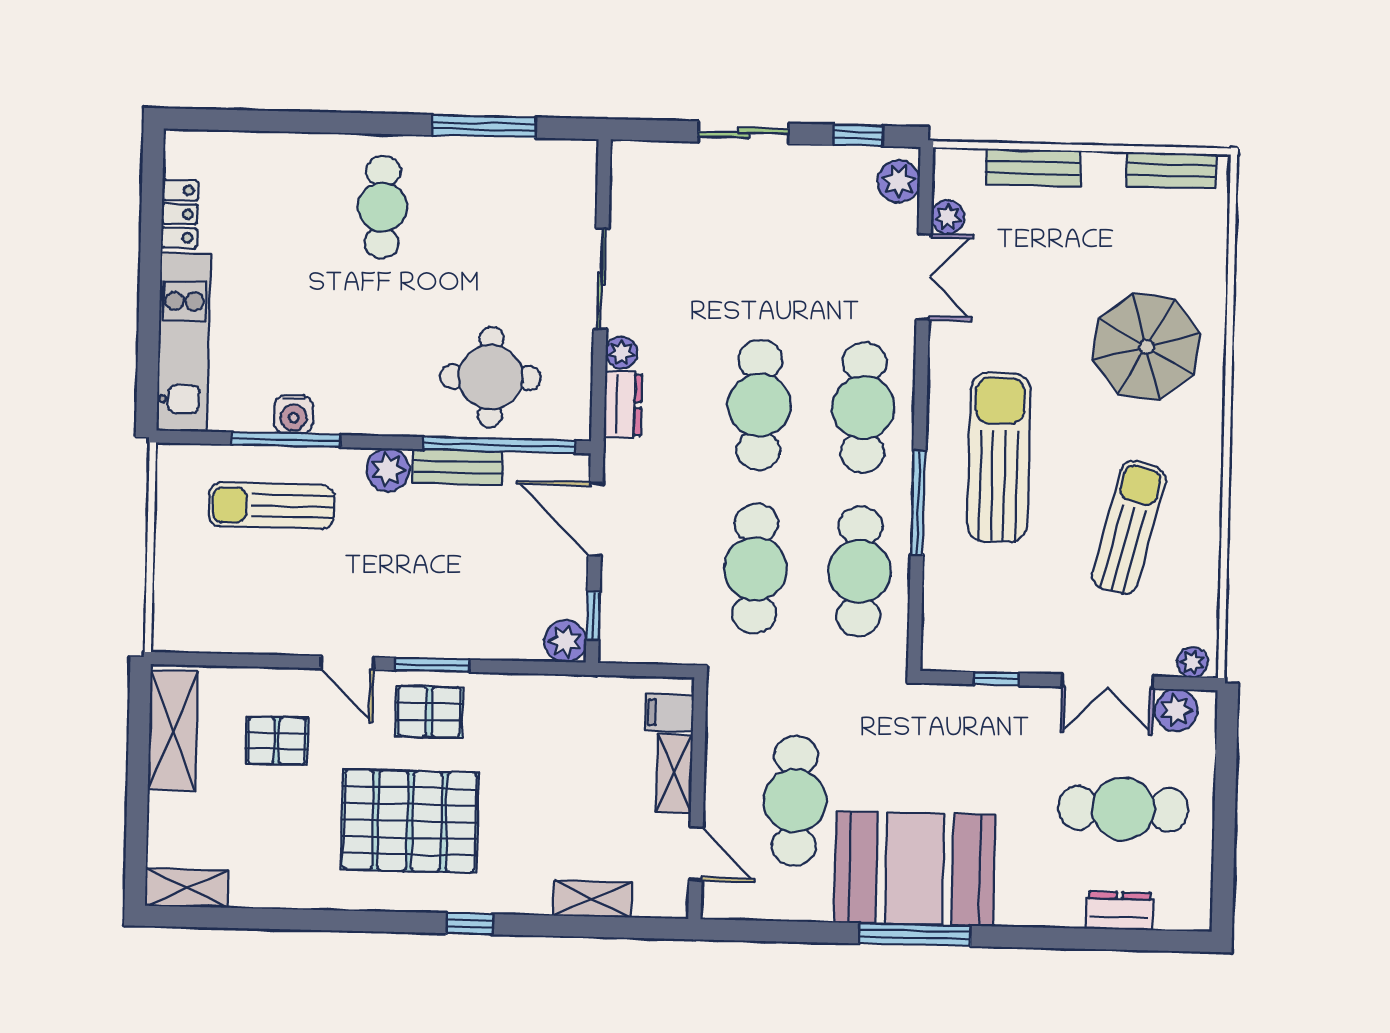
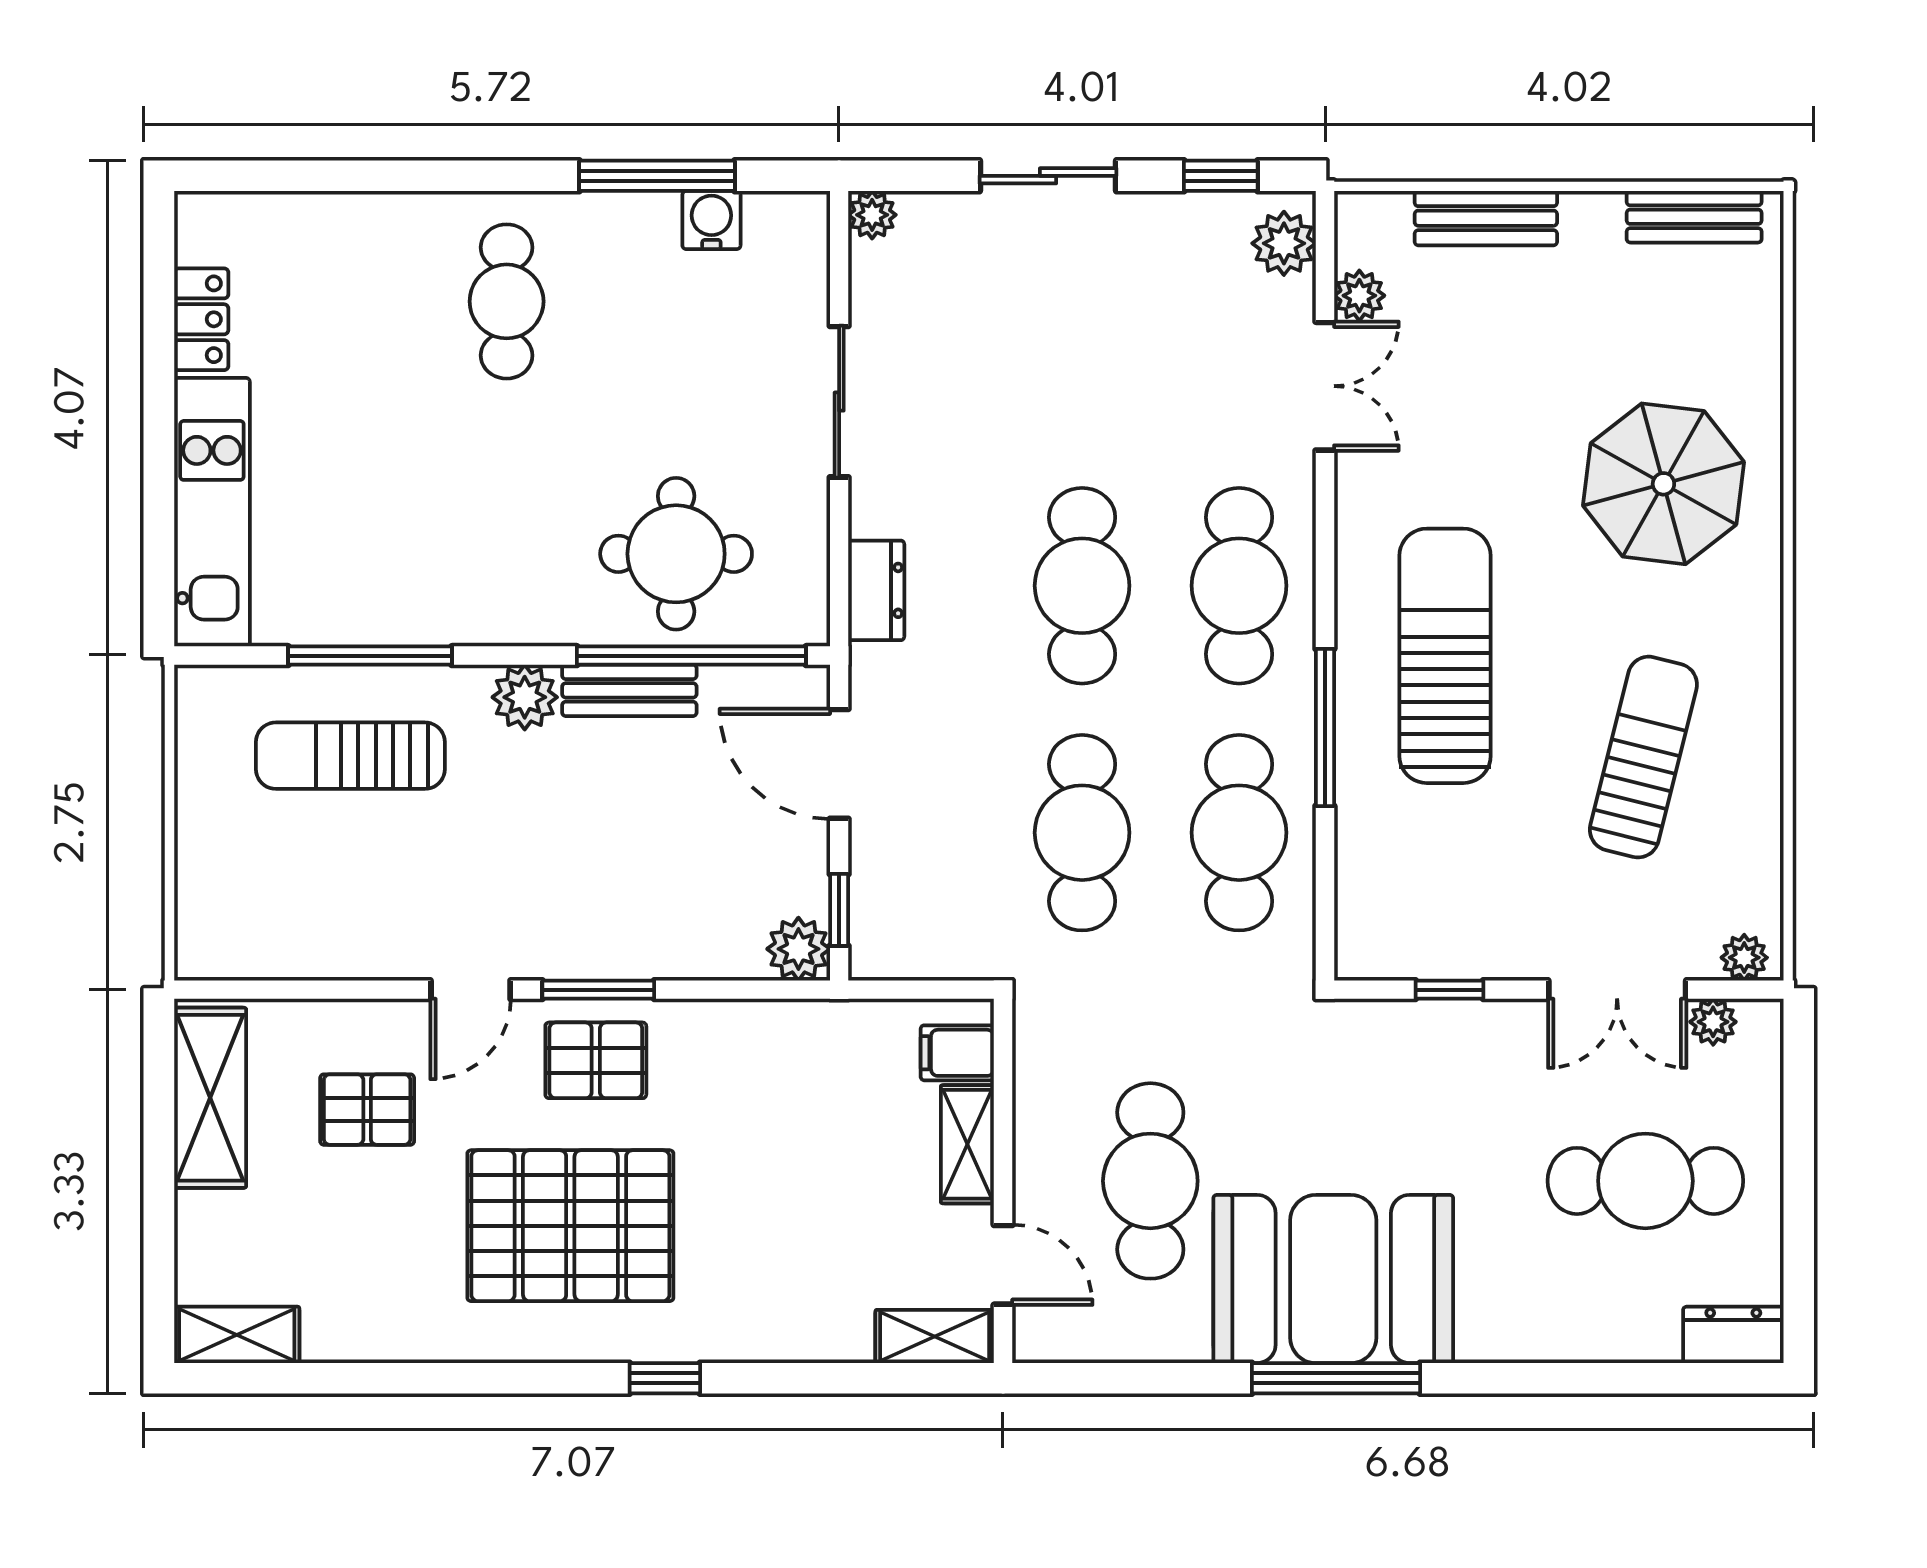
plant: (621, 353) -> (872, 215), moved
water cooler: (294, 415) -> (711, 220), moved, turned 180
door: (347, 663) -> (471, 990), hinge flipped
plant: (1176, 710) -> (1713, 1022), width x0.73, depth x0.73
shelving: (593, 899) -> (935, 1336), moved
dresser: (1119, 911) -> (1733, 1335), moved

